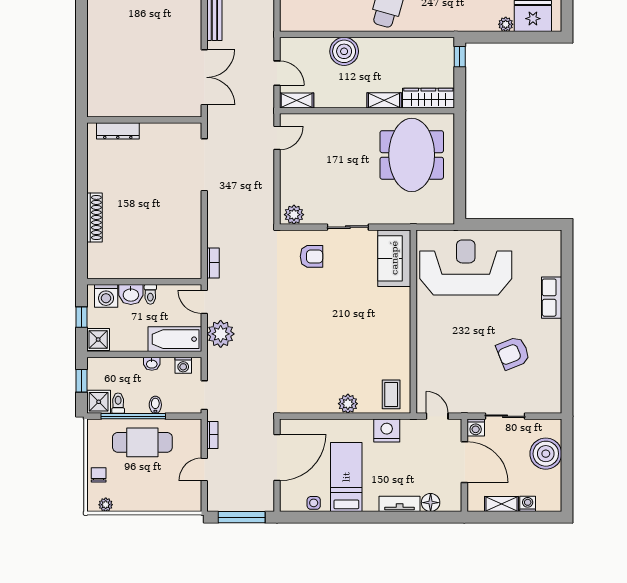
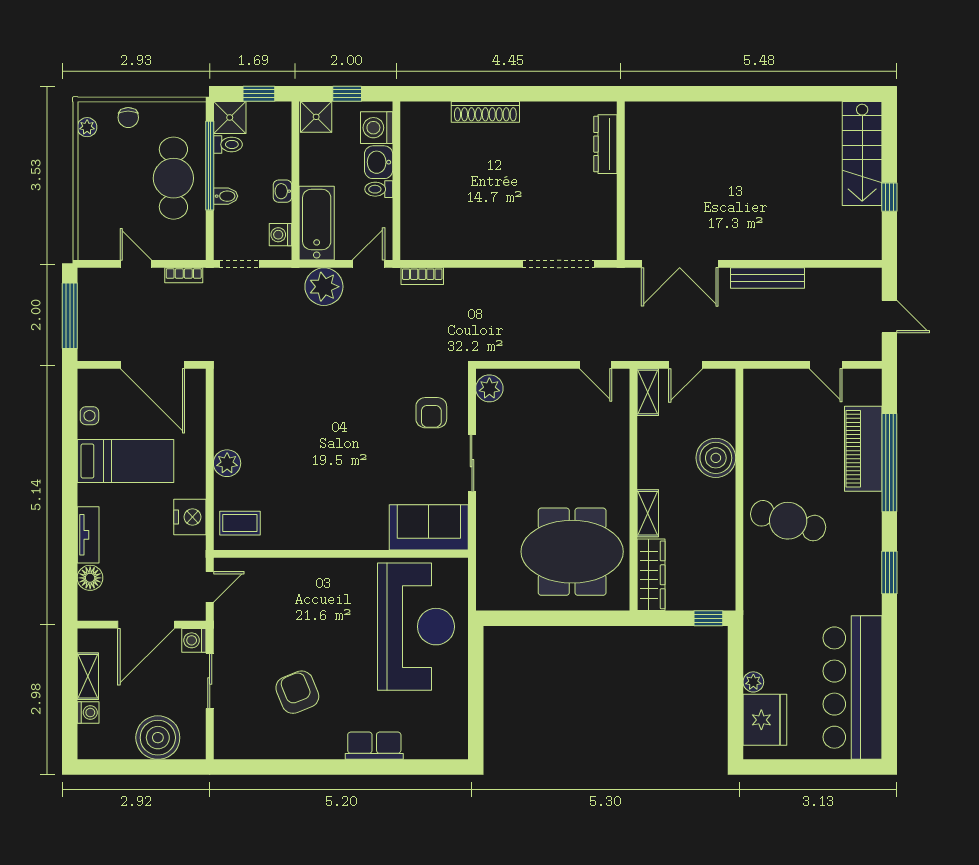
chair: (99, 475) -> (128, 118), turned 90

